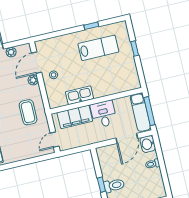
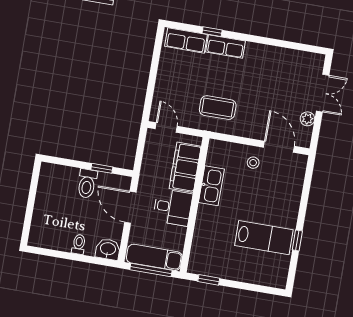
lab bench: (98, 48) -> (264, 238), turned -90
window: (135, 49) -> (209, 280), moved
plant: (33, 80) -> (258, 132), removed
door: (127, 138) -> (130, 207), moved
window: (101, 185) -> (102, 168), moved
toilet: (114, 185) -> (87, 184), moved

